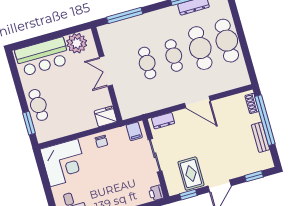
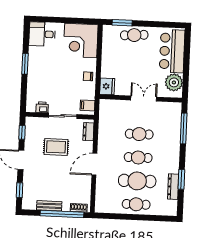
cafe table: (227, 41) -> (136, 204), width x0.73, depth x0.74
rug: (191, 174) -> (56, 147), moved
printer: (156, 193) -> (42, 107), moved

